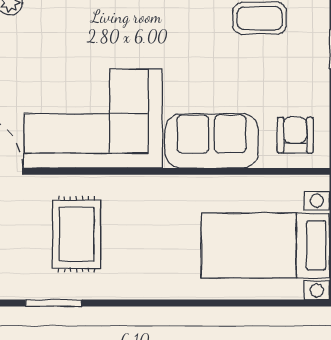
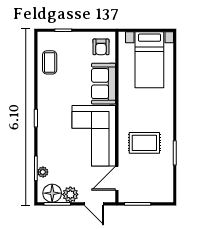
armchair: (295, 135) -> (101, 47), turned -90

